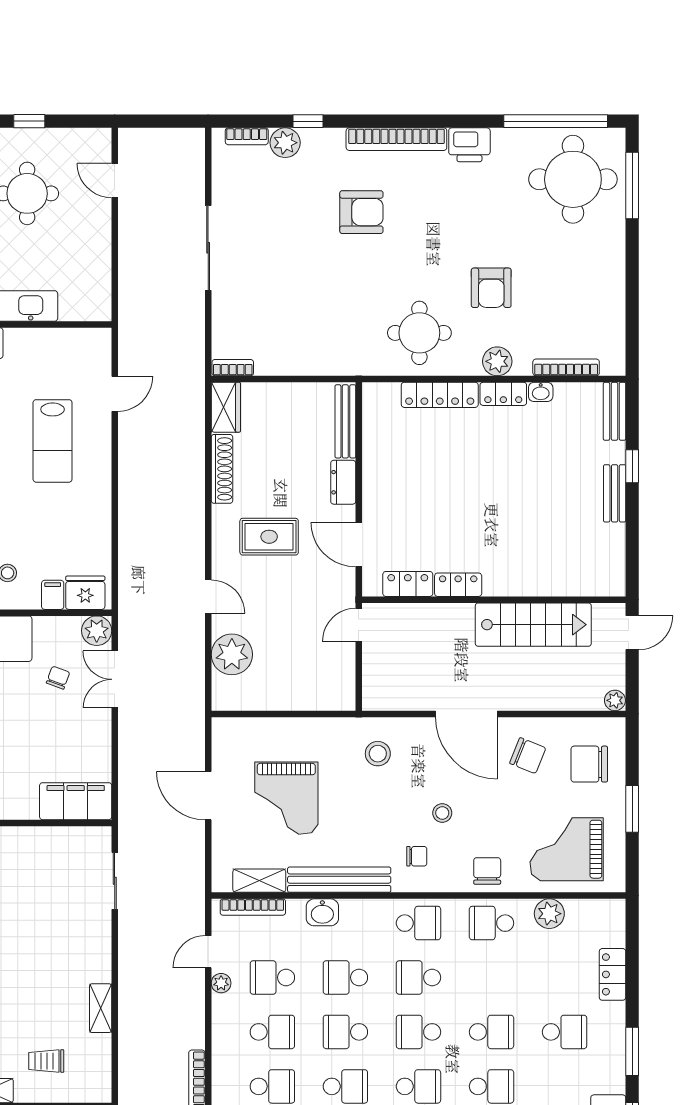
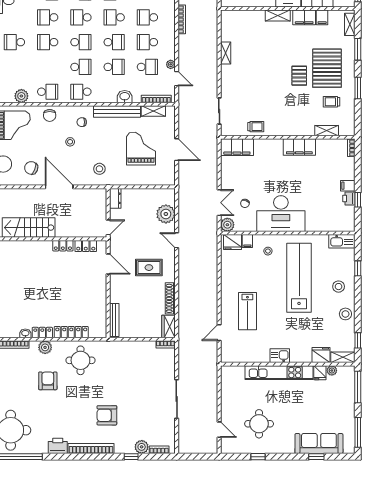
lab bench: (53, 441) -> (247, 311), turned 180
dresser: (343, 482) -> (115, 198), moved
door: (208, 952) -> (177, 79), hinge flipped
trolley: (46, 1061) -> (256, 127), moved

